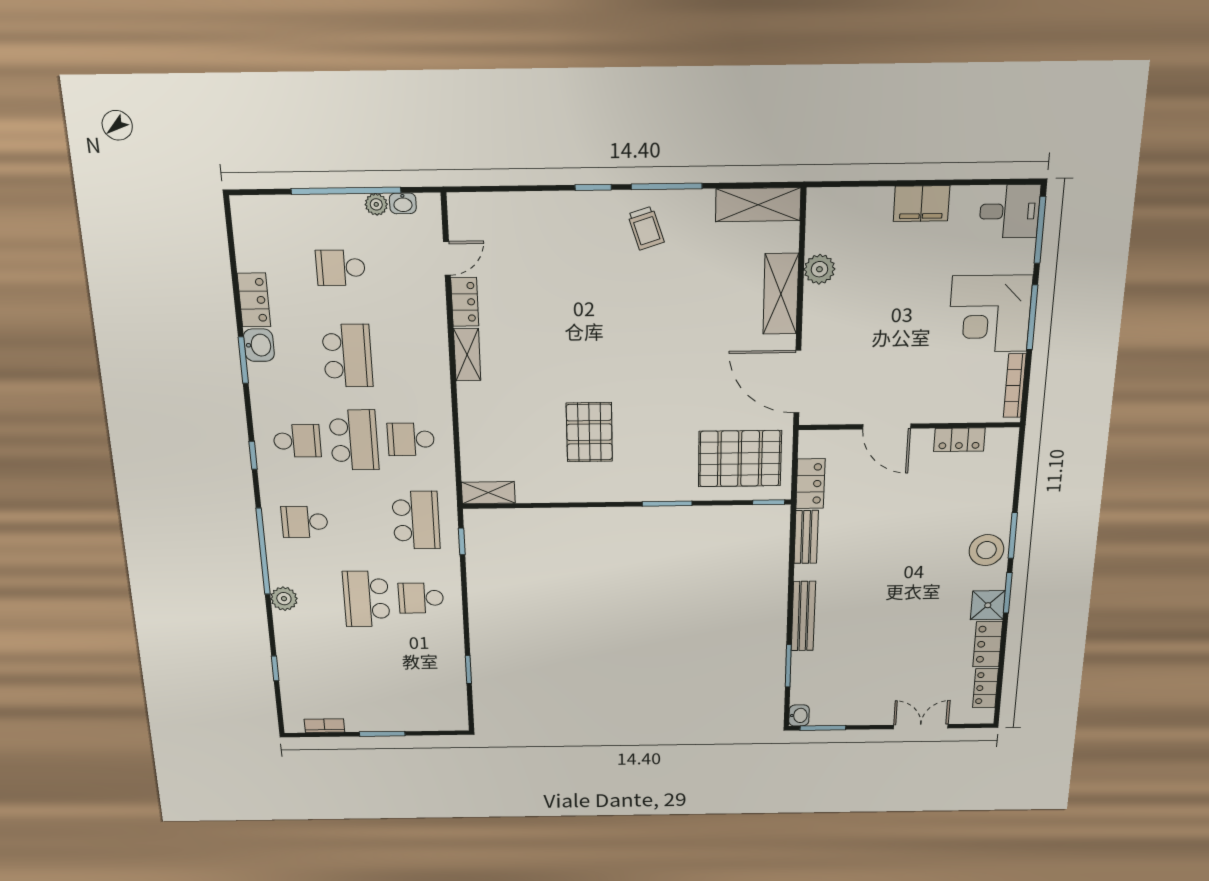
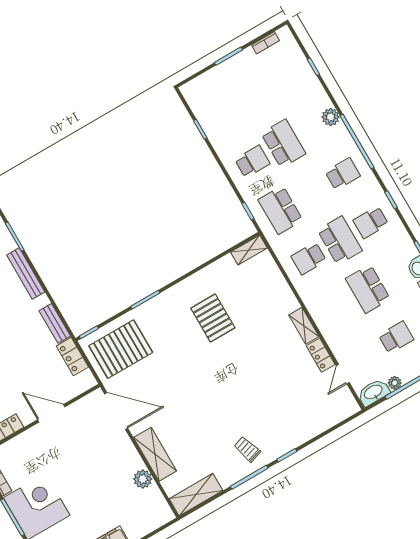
washbasin: (403, 203) -> (374, 392), width x1.91, depth x1.45
school desk: (411, 439) -> (309, 258), turned 180
school desk: (354, 440) -> (340, 240), turned 180

